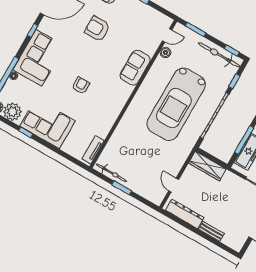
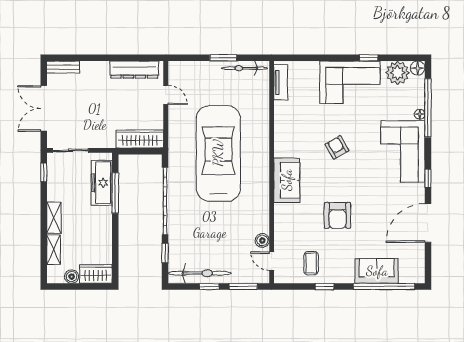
coffee table: (142, 19) -> (311, 263), added
armchair: (97, 29) -> (338, 215), moved, turned 90
door: (167, 35) -> (272, 261), hinge flipped
window: (232, 50) -> (209, 287), moved
sofa: (135, 68) -> (287, 180), moved
armchair: (81, 86) -> (337, 147), turned 150
car: (176, 104) -> (218, 153), moved
bench: (211, 231) -> (63, 67), moved

